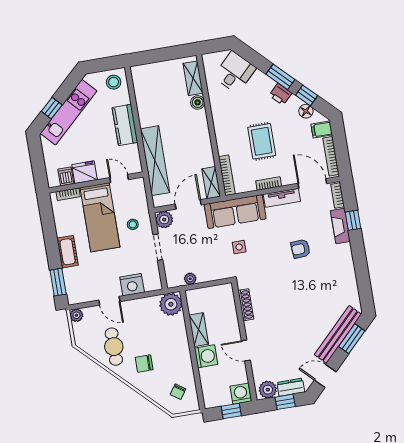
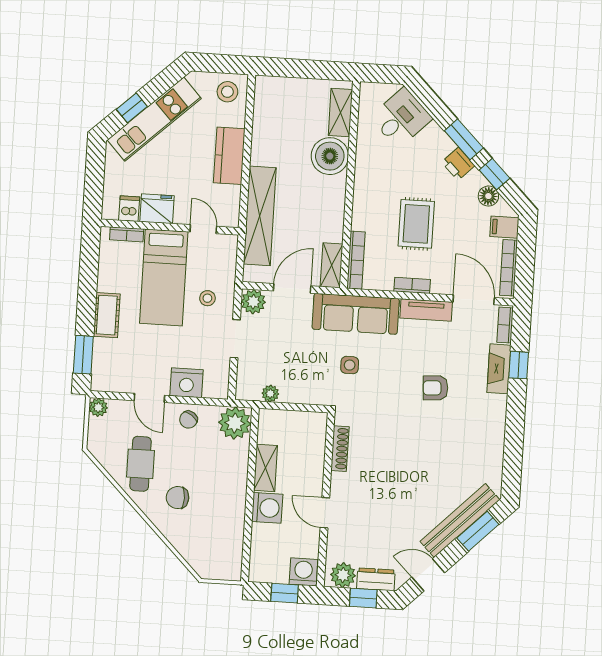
boiler: (198, 102) -> (330, 156), width x1.86, depth x1.86
chair: (178, 392) -> (188, 420), moved

